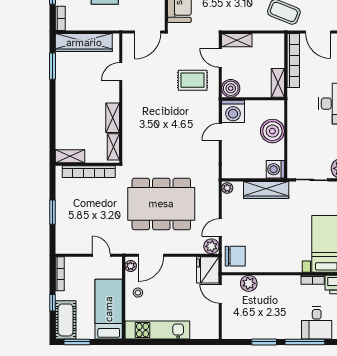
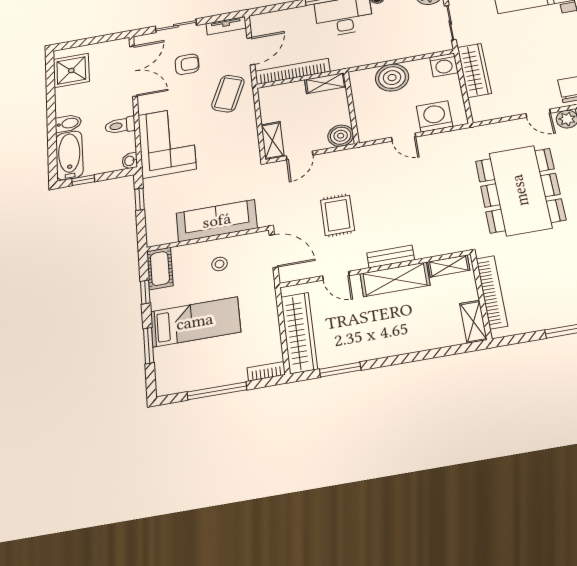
rug: (193, 80) -> (337, 215), moved
bench: (128, 110) -> (391, 256), added
washing machine: (233, 111) -> (434, 116), moved, turned -90
shelving: (113, 118) -> (395, 279), width x1.50, depth x1.33
plant: (227, 188) -> (481, 115), removed

